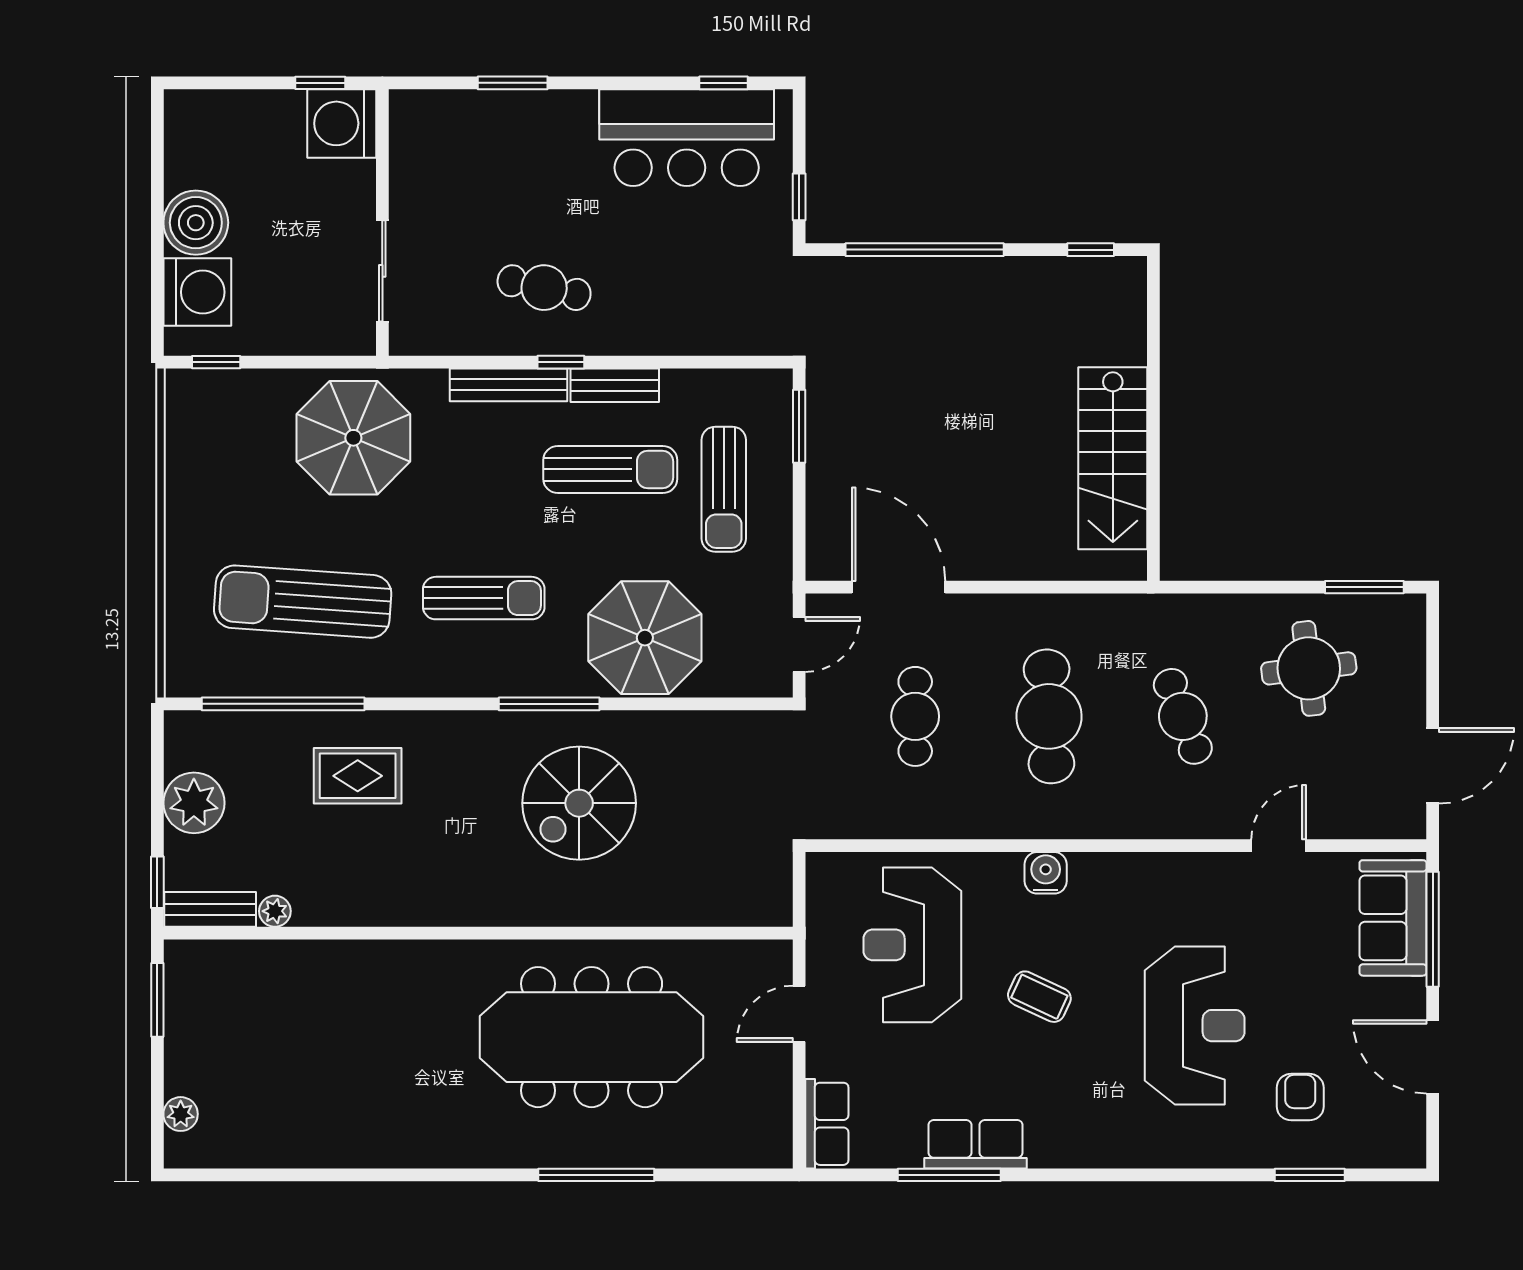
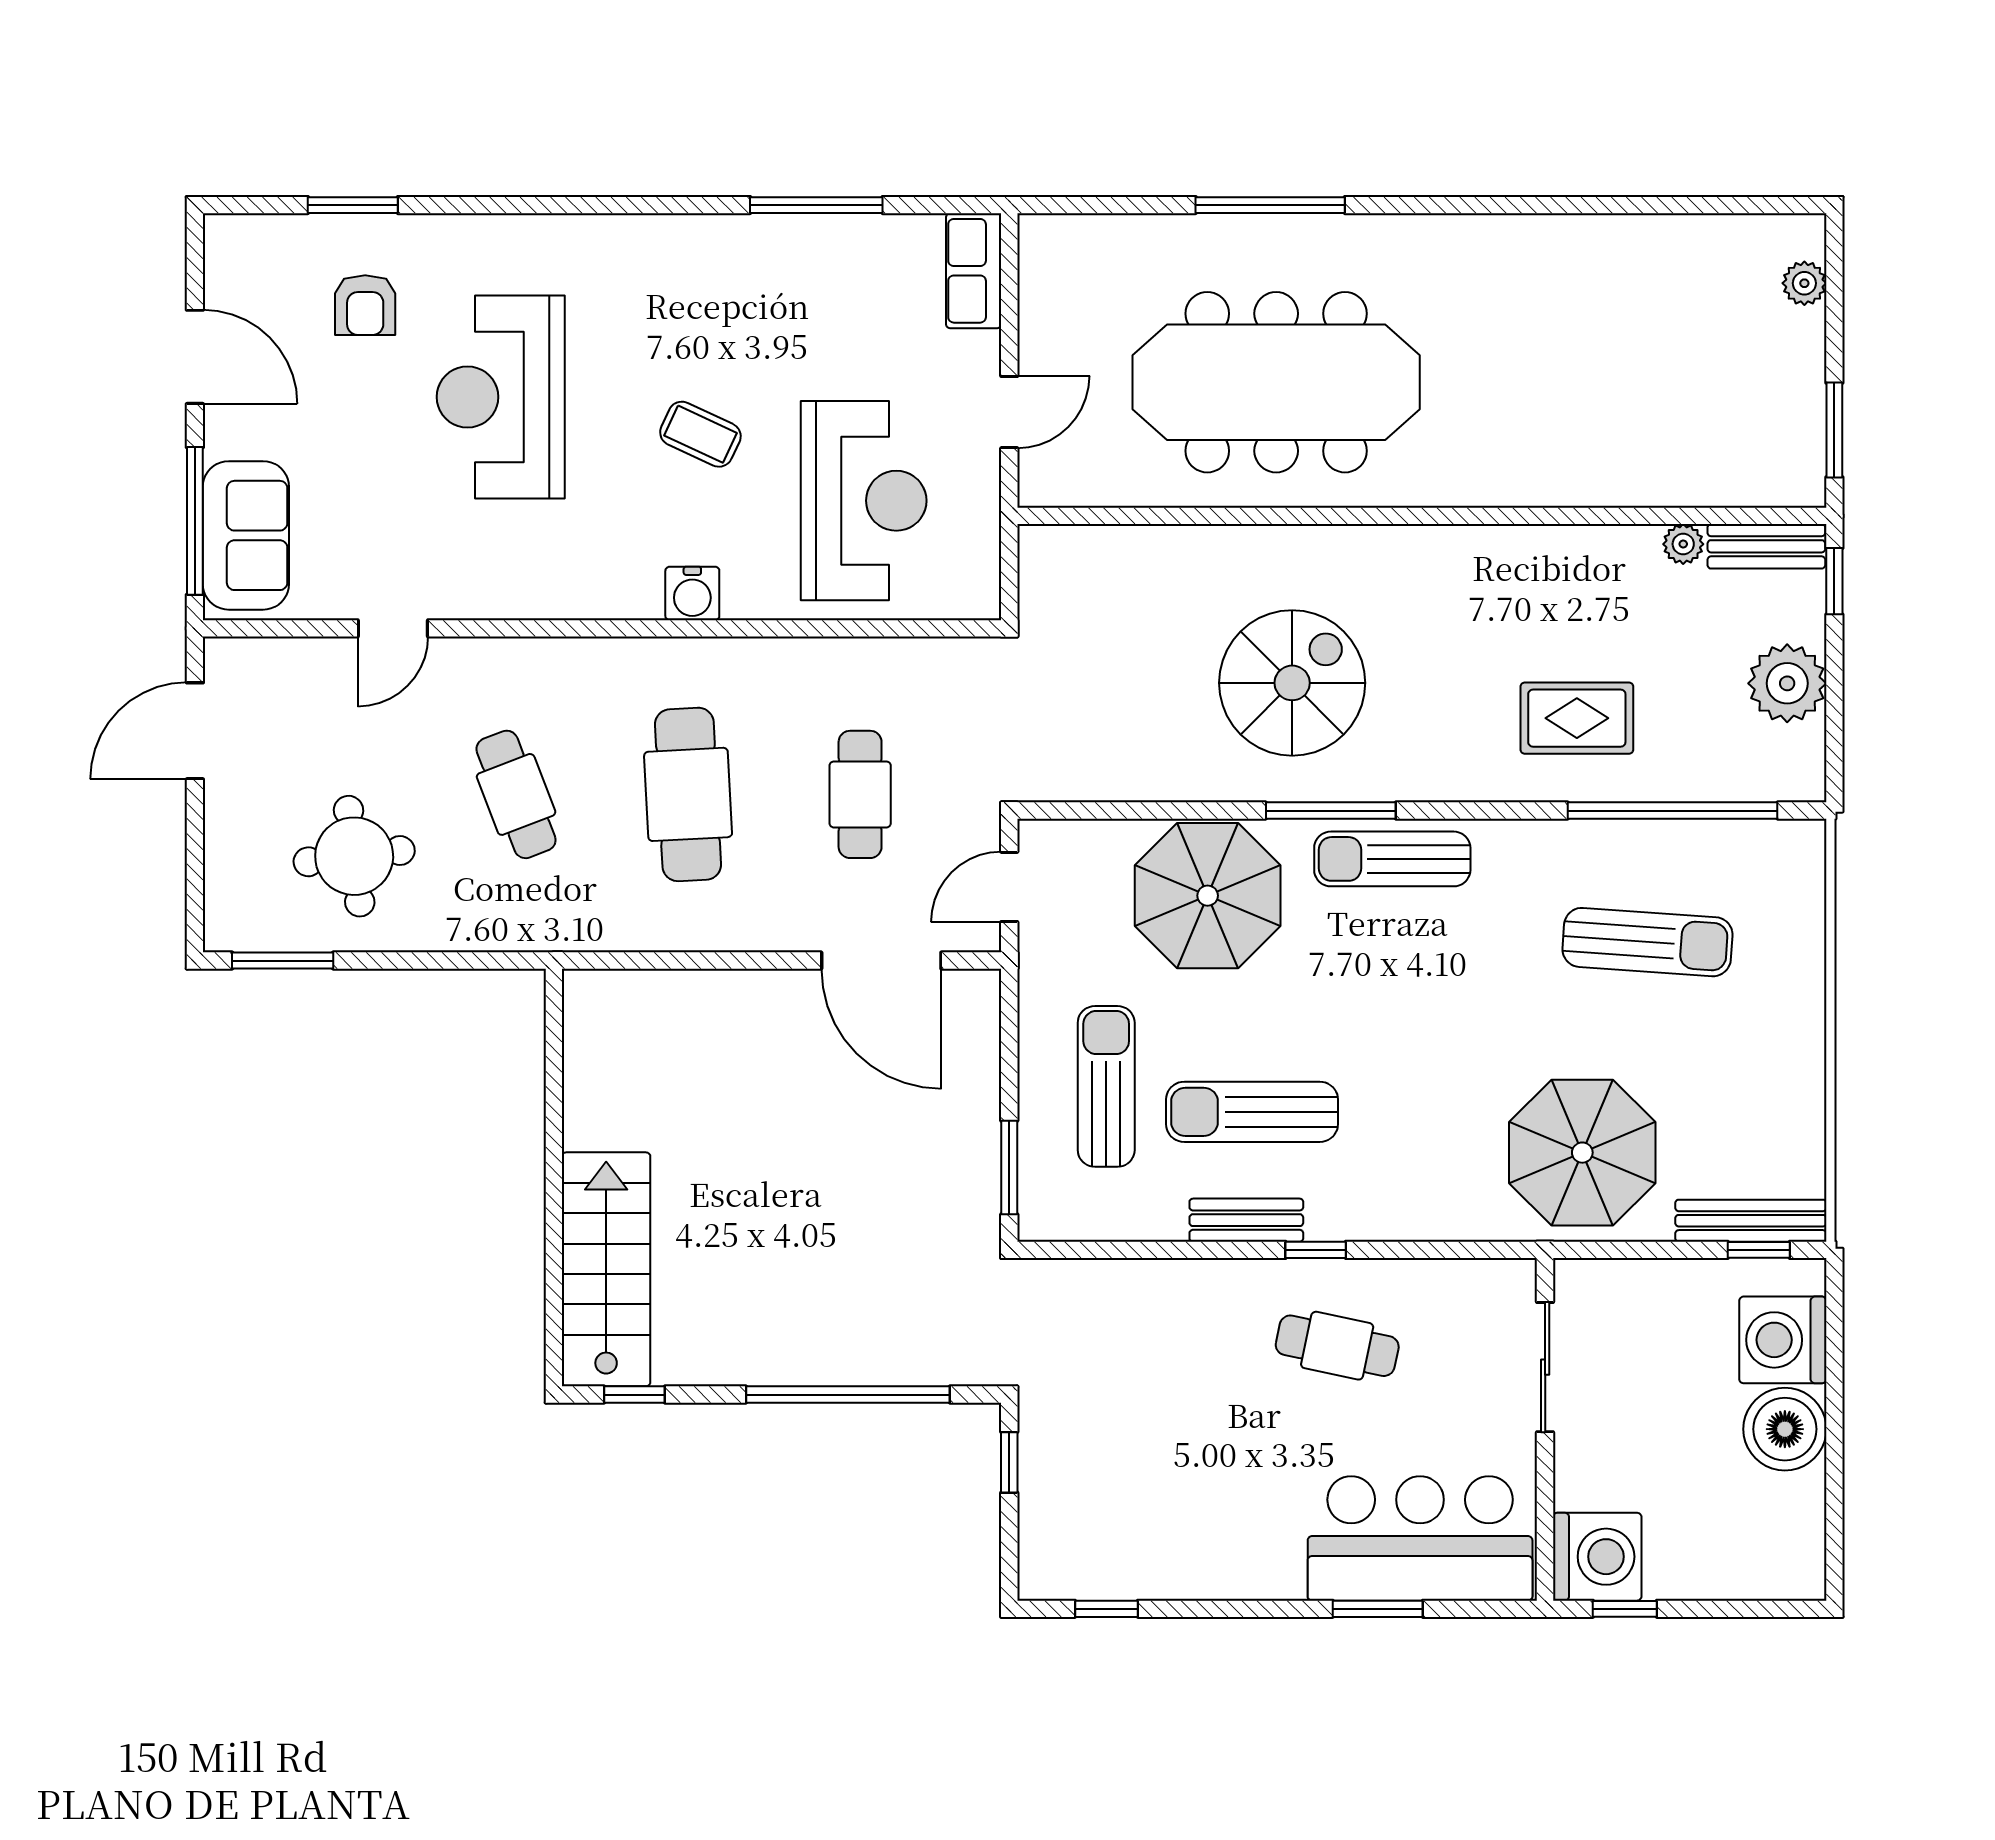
bar counter: (687, 138) -> (1420, 1538), moved
bench: (509, 385) -> (1751, 1221), moved
stairs: (1113, 458) -> (606, 1269), moved
sun lounger: (484, 598) -> (1392, 859), moved
sun lounger: (303, 602) -> (1647, 942), width x0.73, depth x0.75
row of seats: (975, 1144) -> (783, 245), removed

